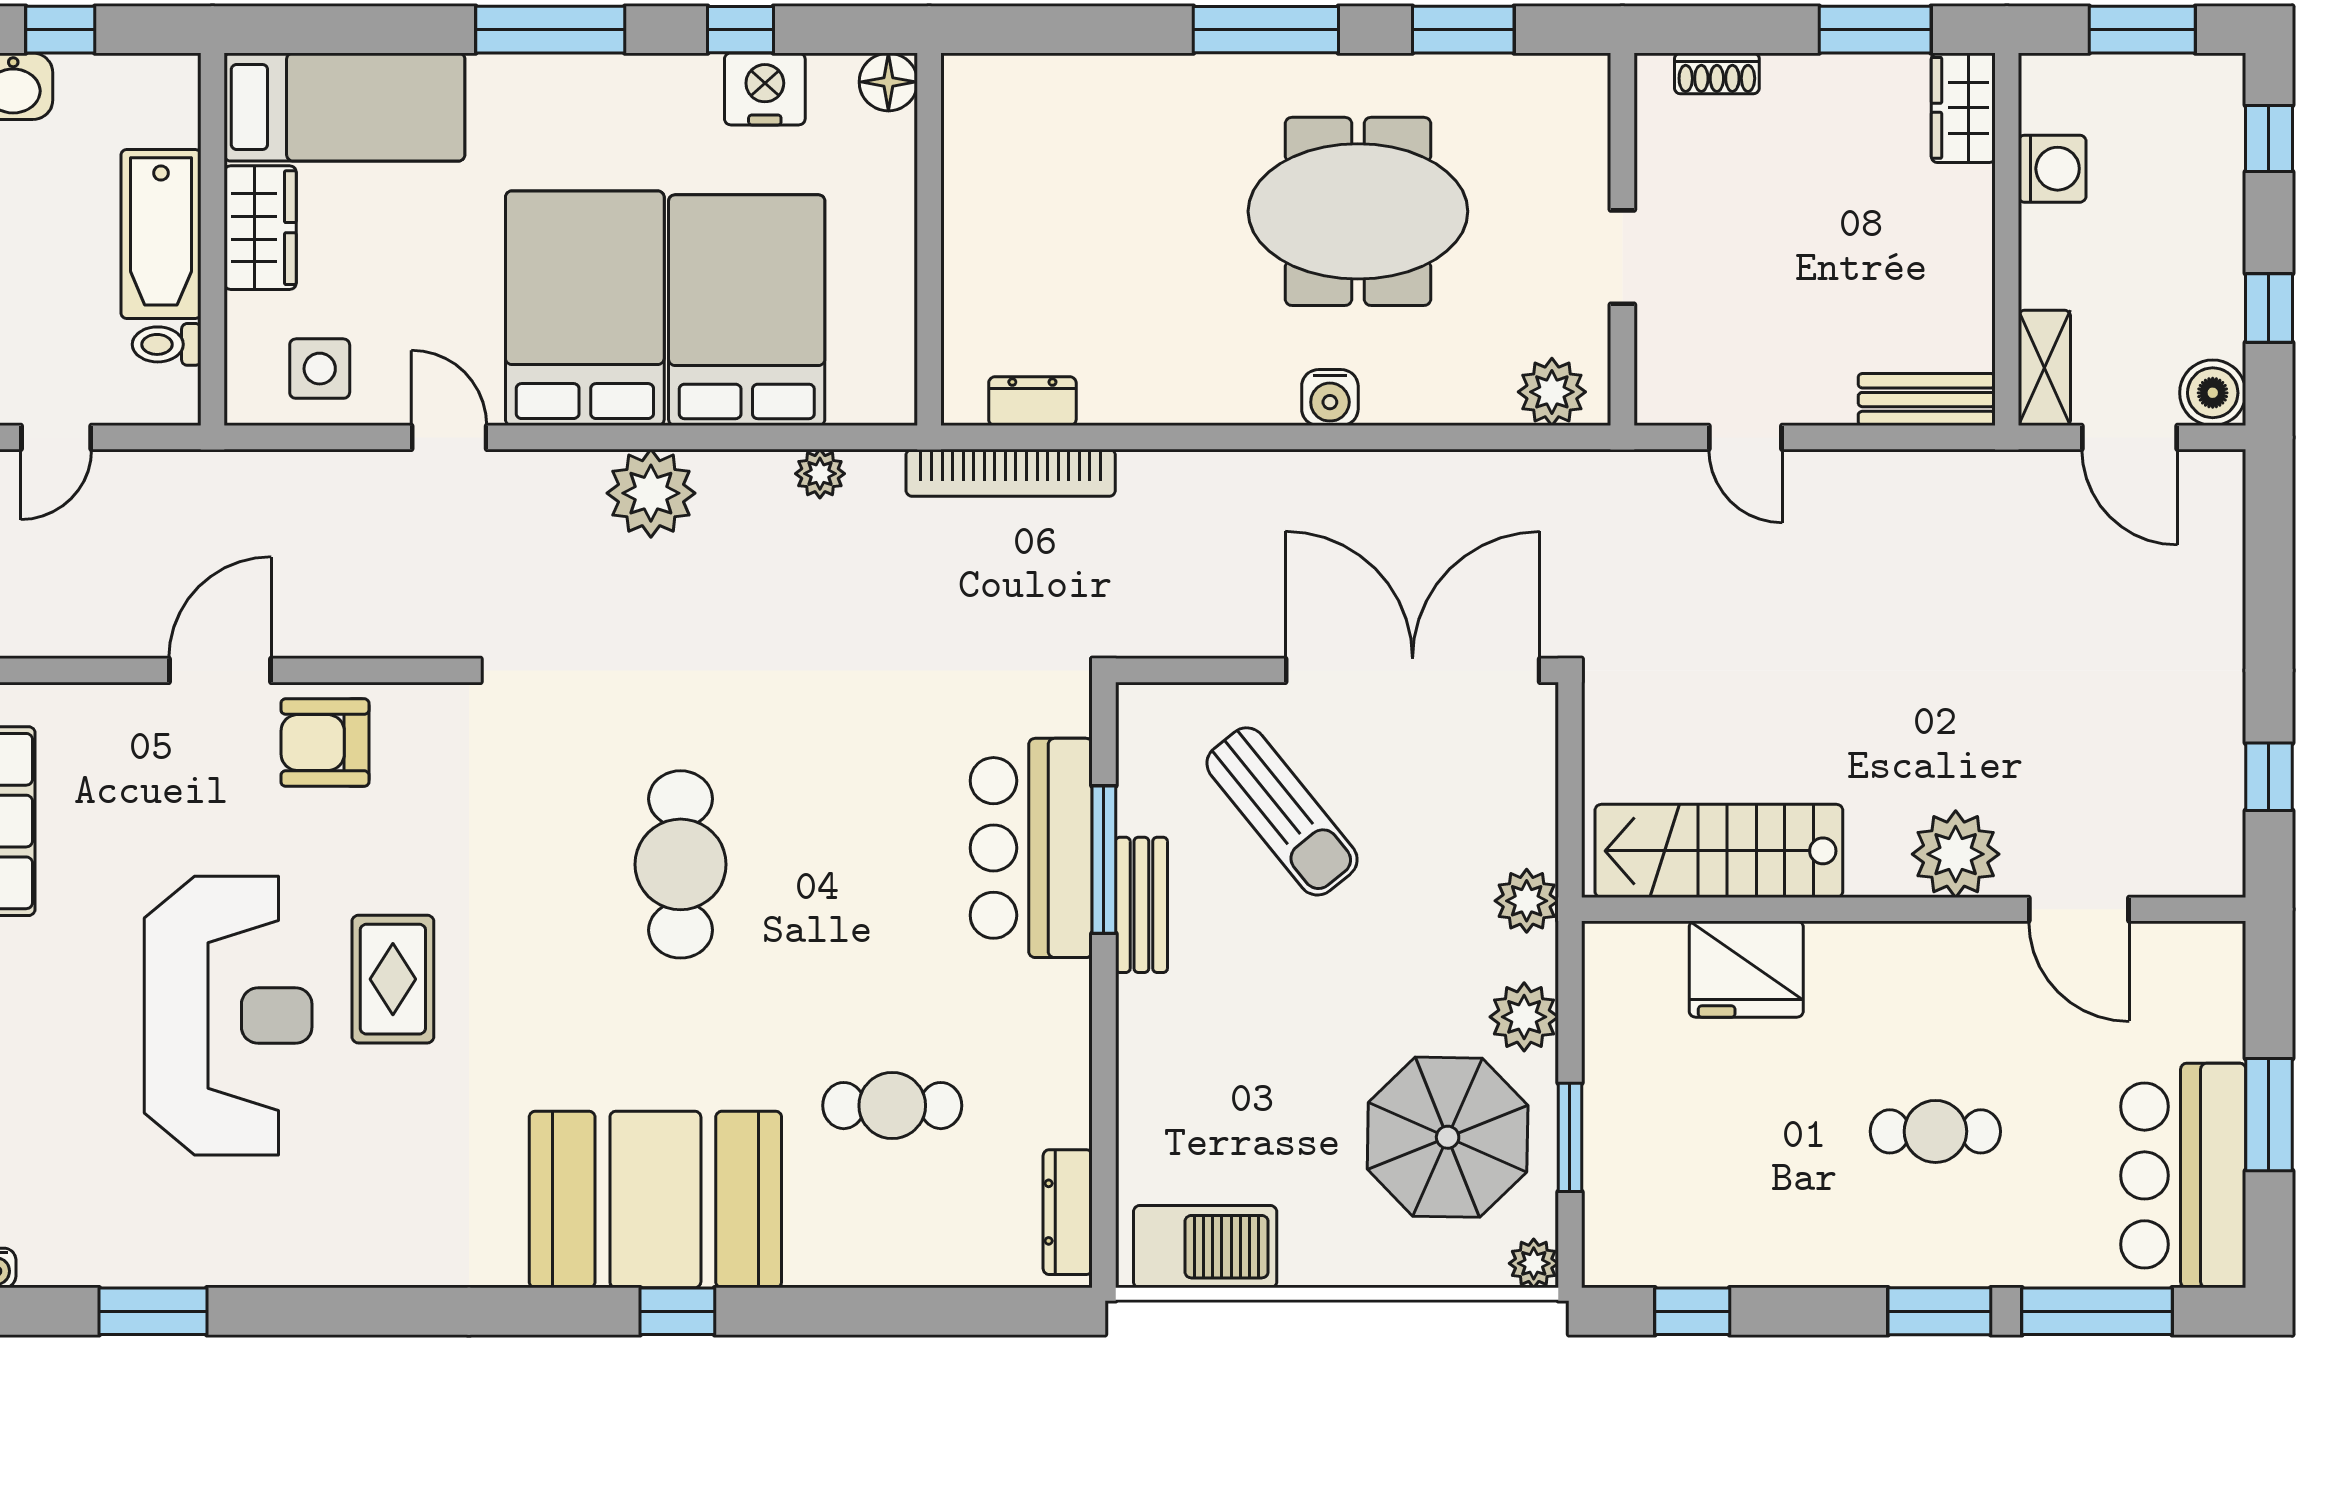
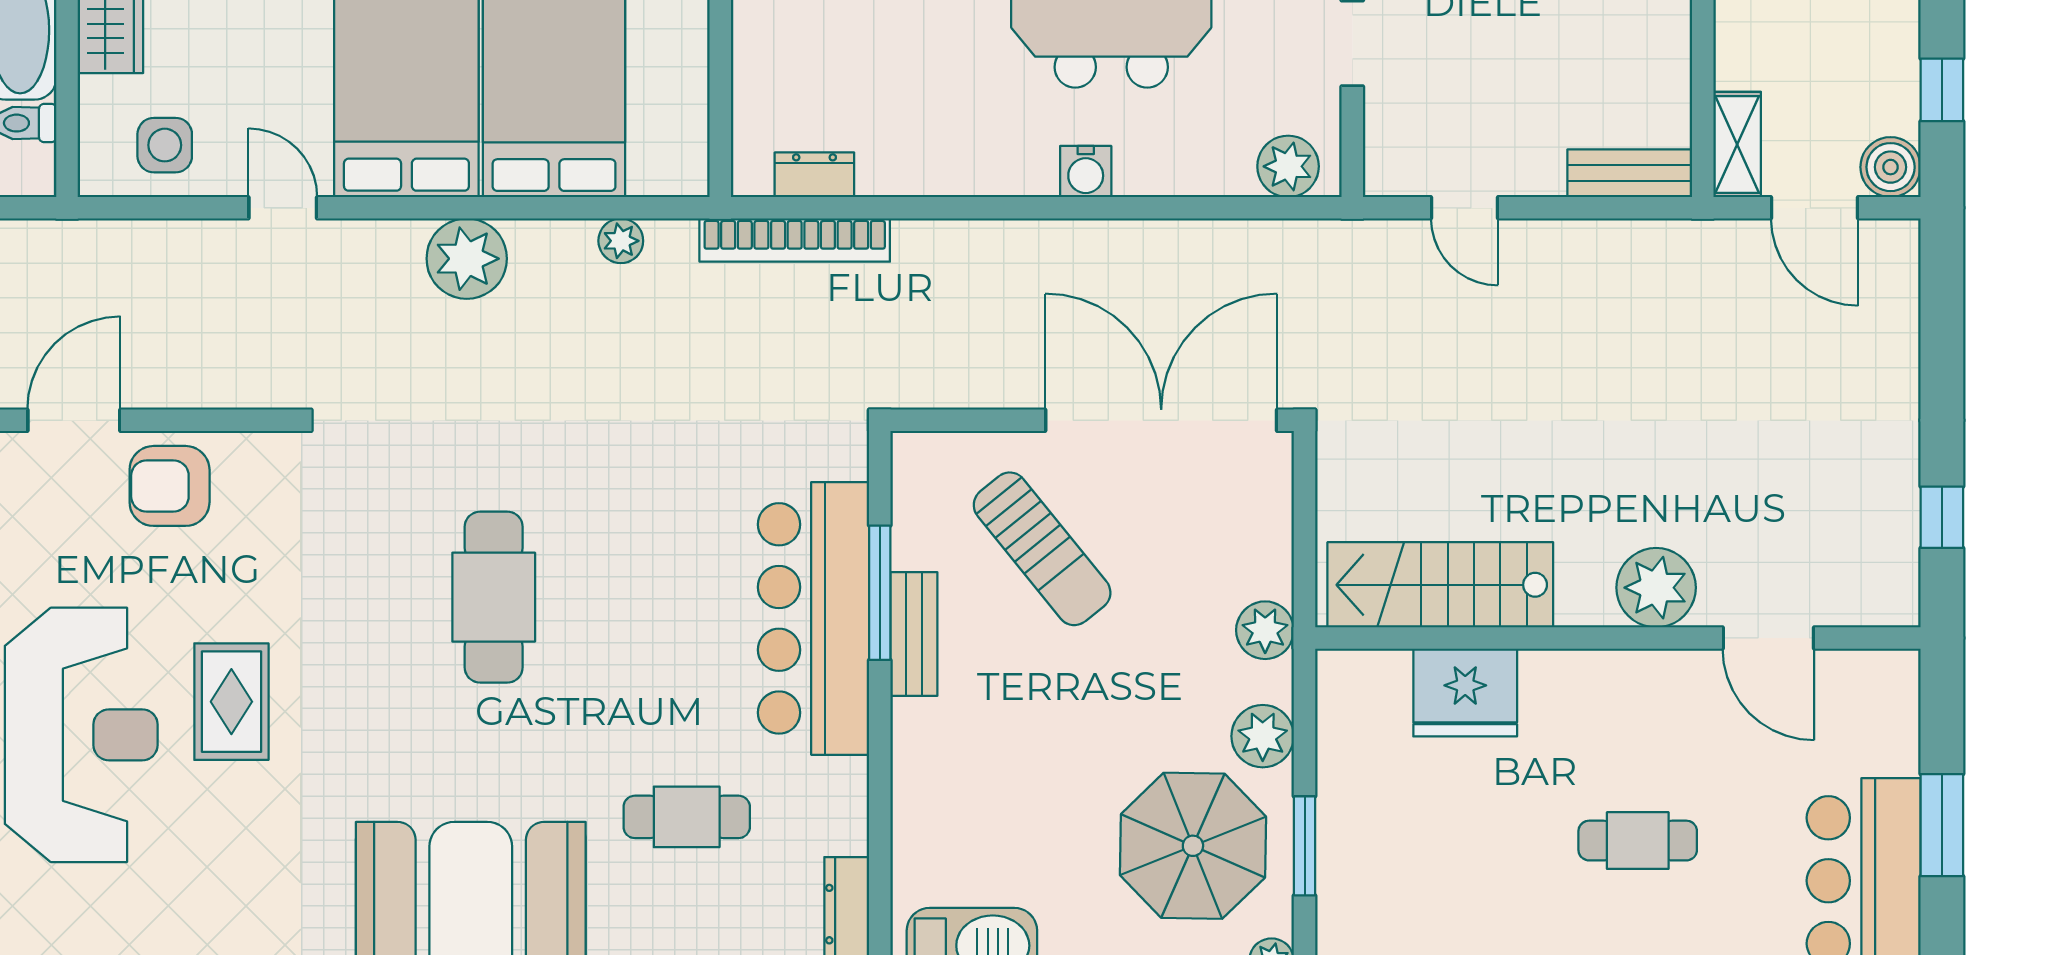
bar counter: (1031, 848) -> (813, 618), width x1.36

